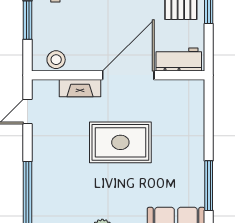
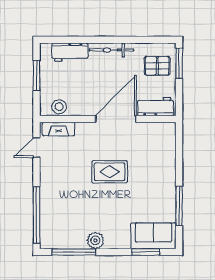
fireplace: (80, 88) -> (58, 129), moved
rug: (120, 142) -> (110, 172), width x0.73, depth x0.70

